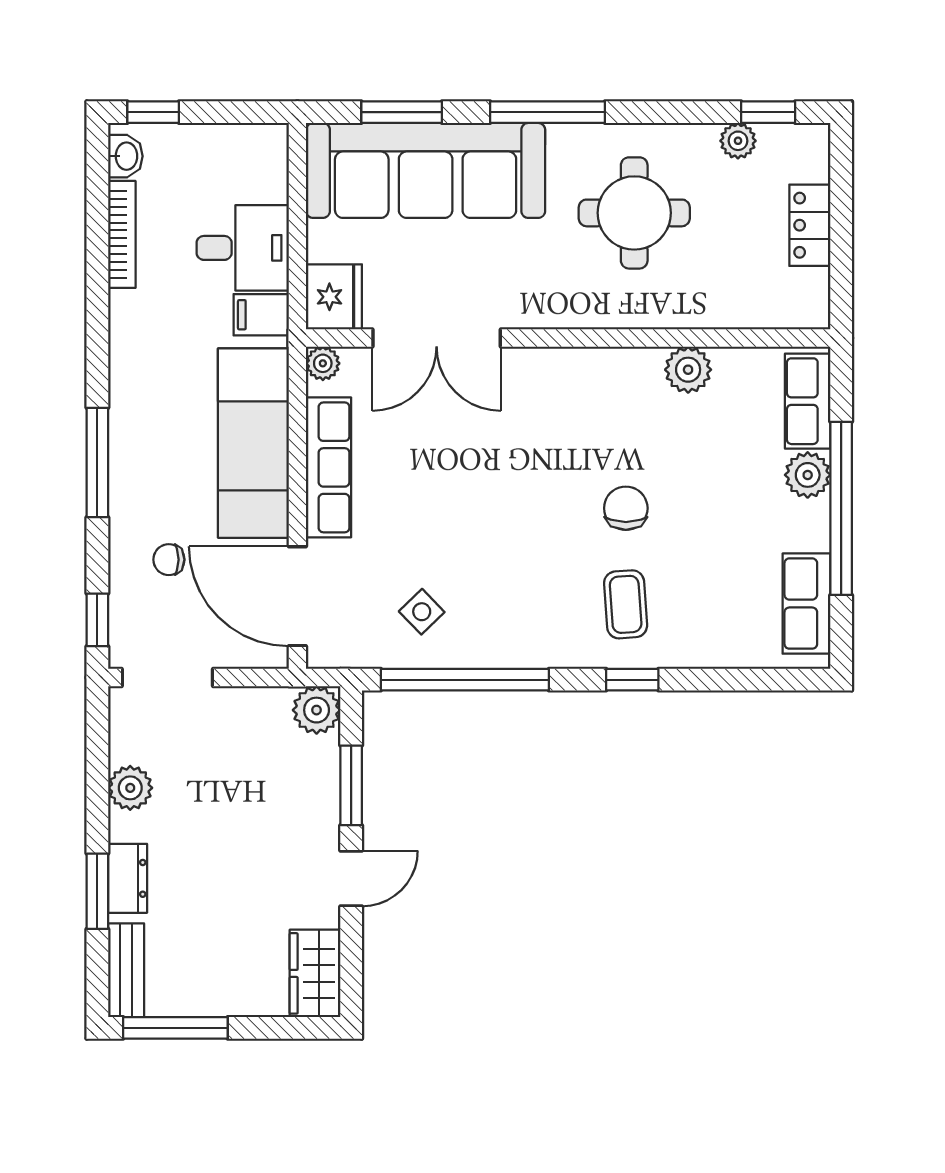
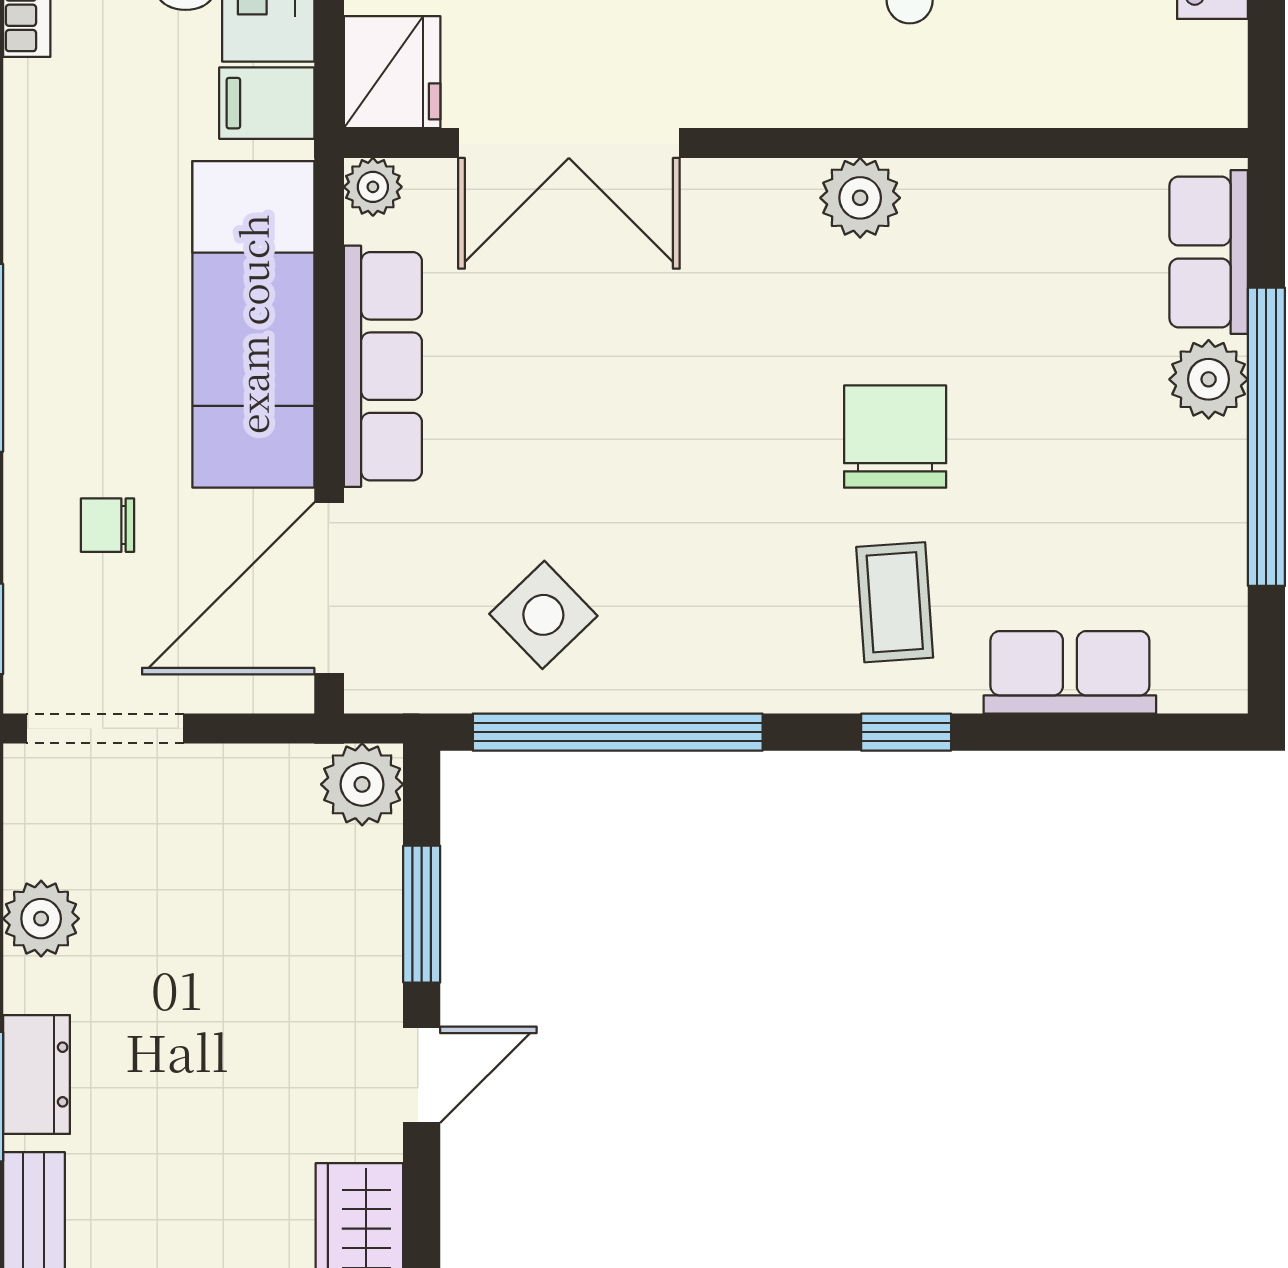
plant: (688, 370) -> (860, 198), moved
chair: (626, 508) -> (895, 437), width x1.37, depth x1.37
door: (297, 596) -> (329, 588), hinge flipped
row of seats: (807, 604) -> (1070, 672), moved, turned 90
side table: (422, 612) -> (543, 615), width x1.37, depth x1.37

